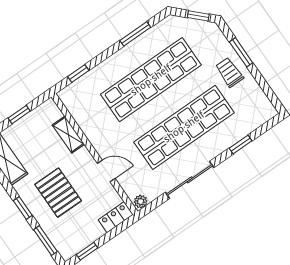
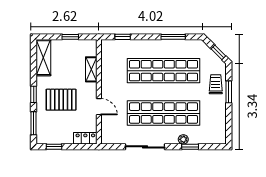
trolley: (229, 72) -> (216, 84), moved
pallet: (58, 193) -> (61, 100), turned 90
plant: (141, 202) -> (183, 139), moved

